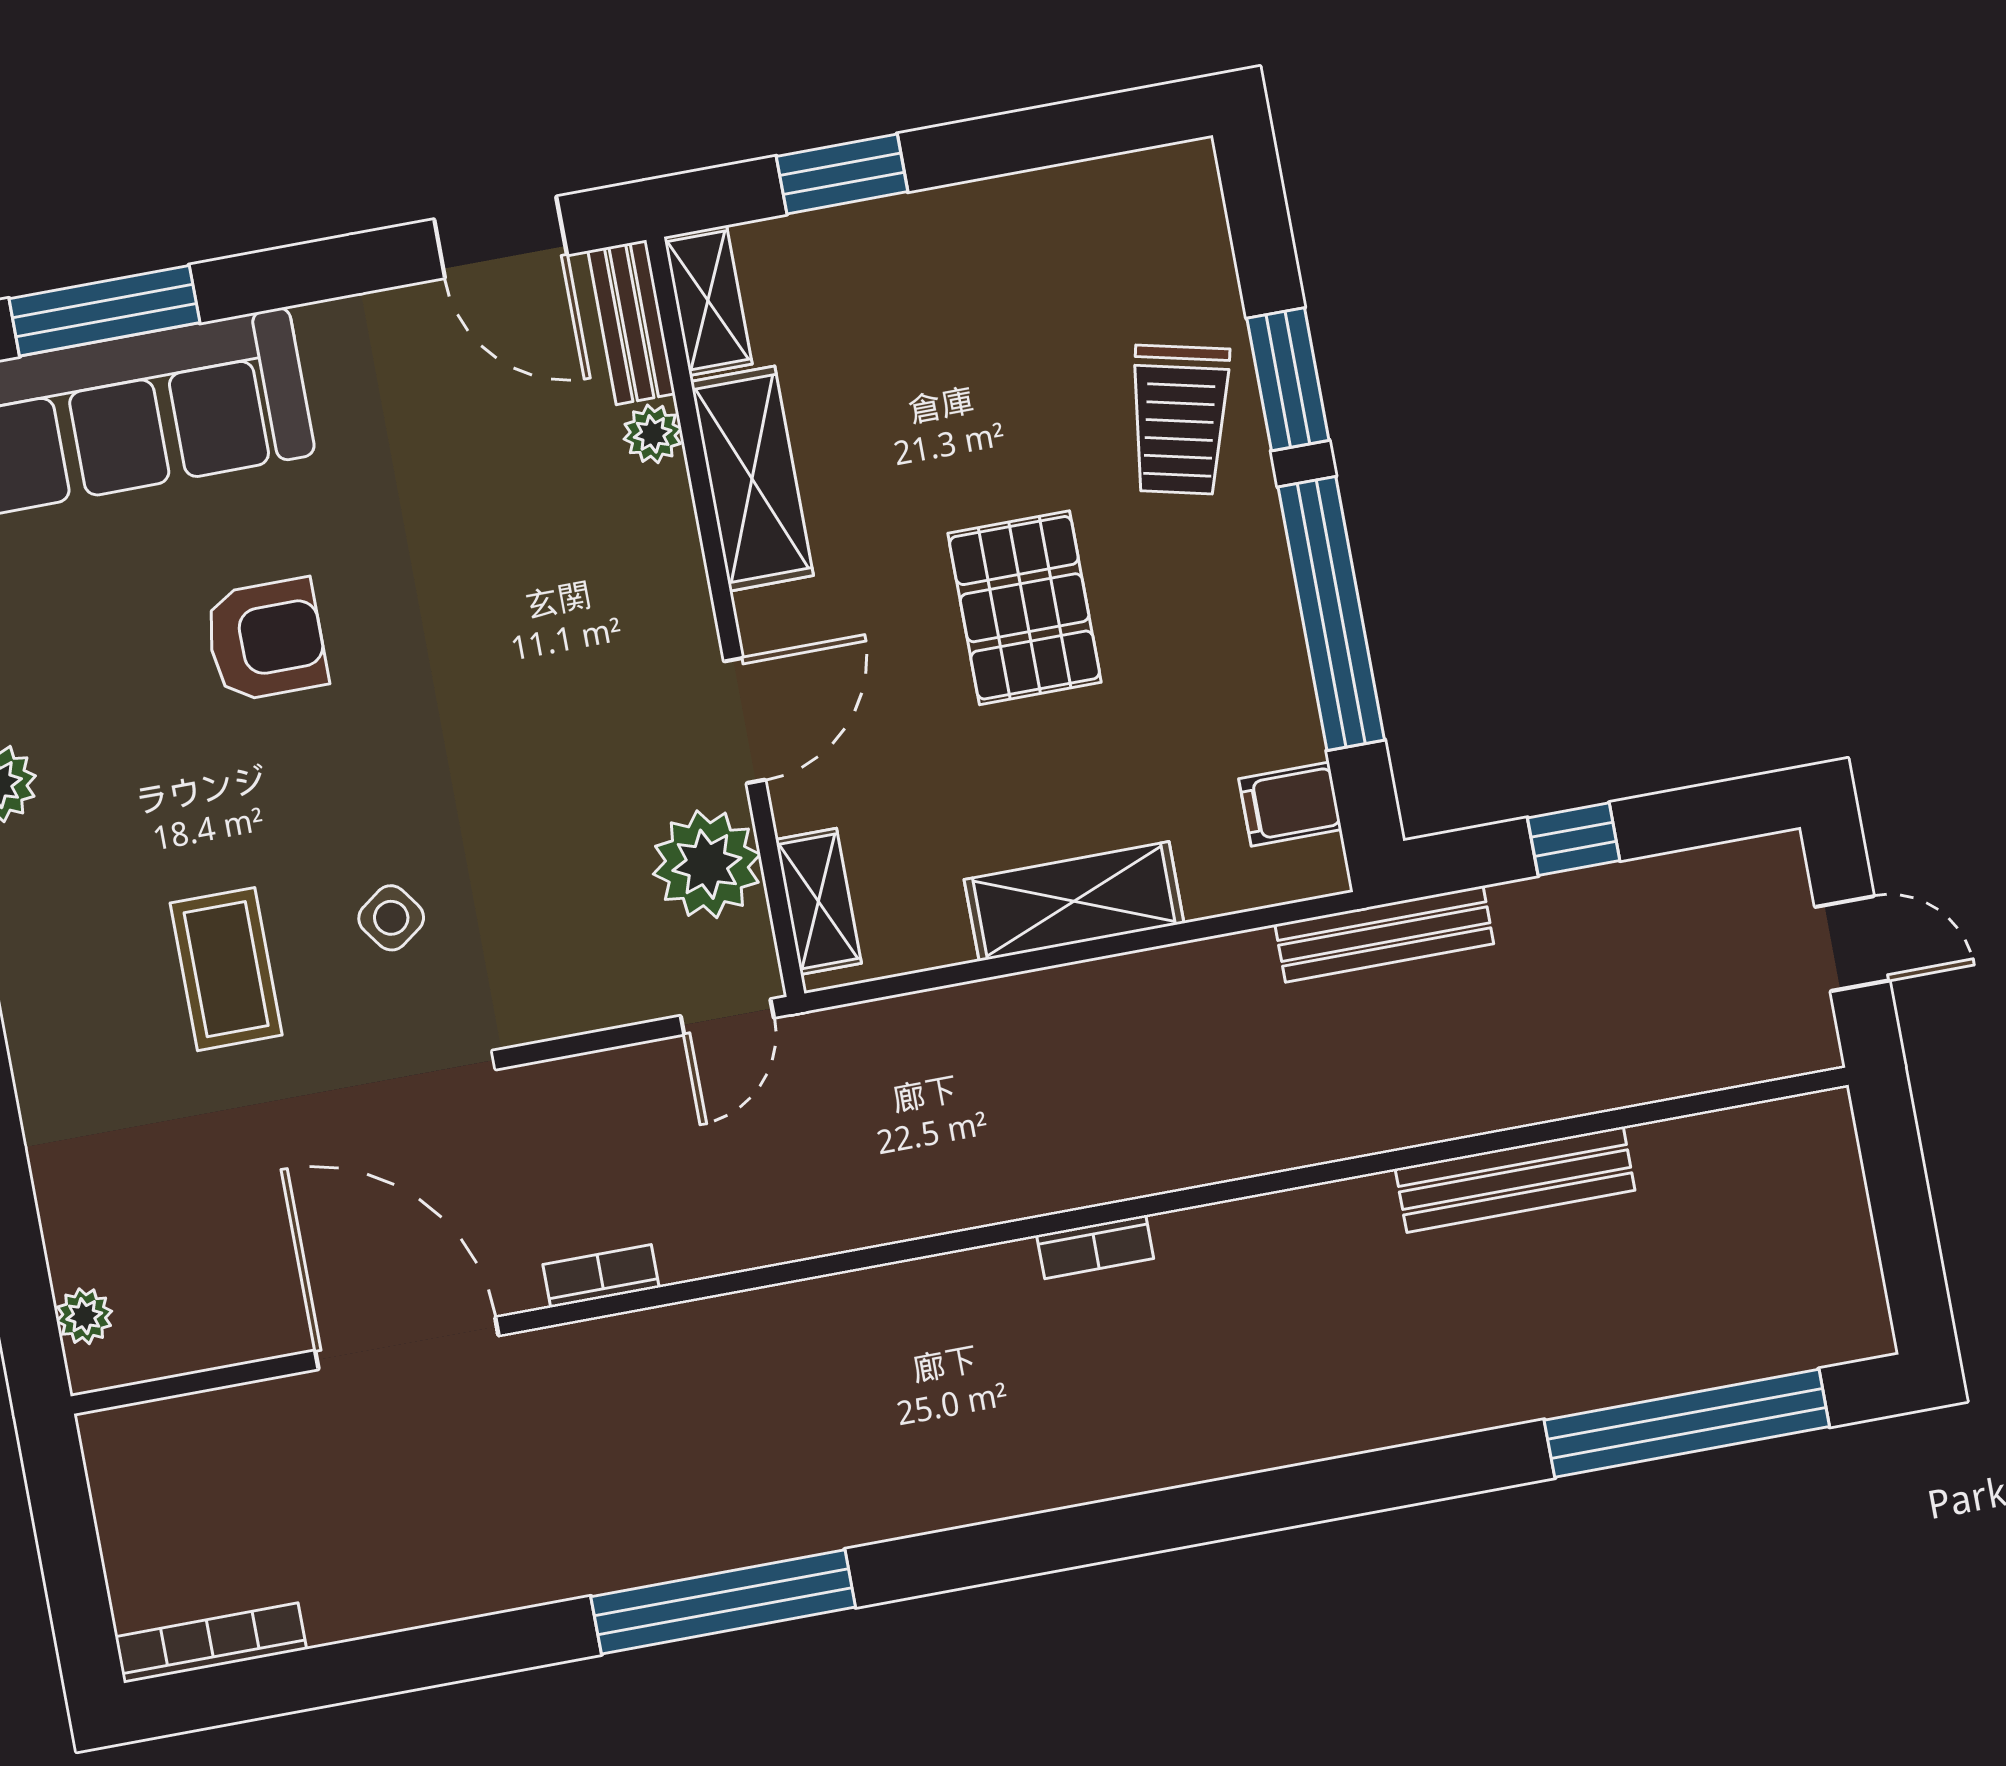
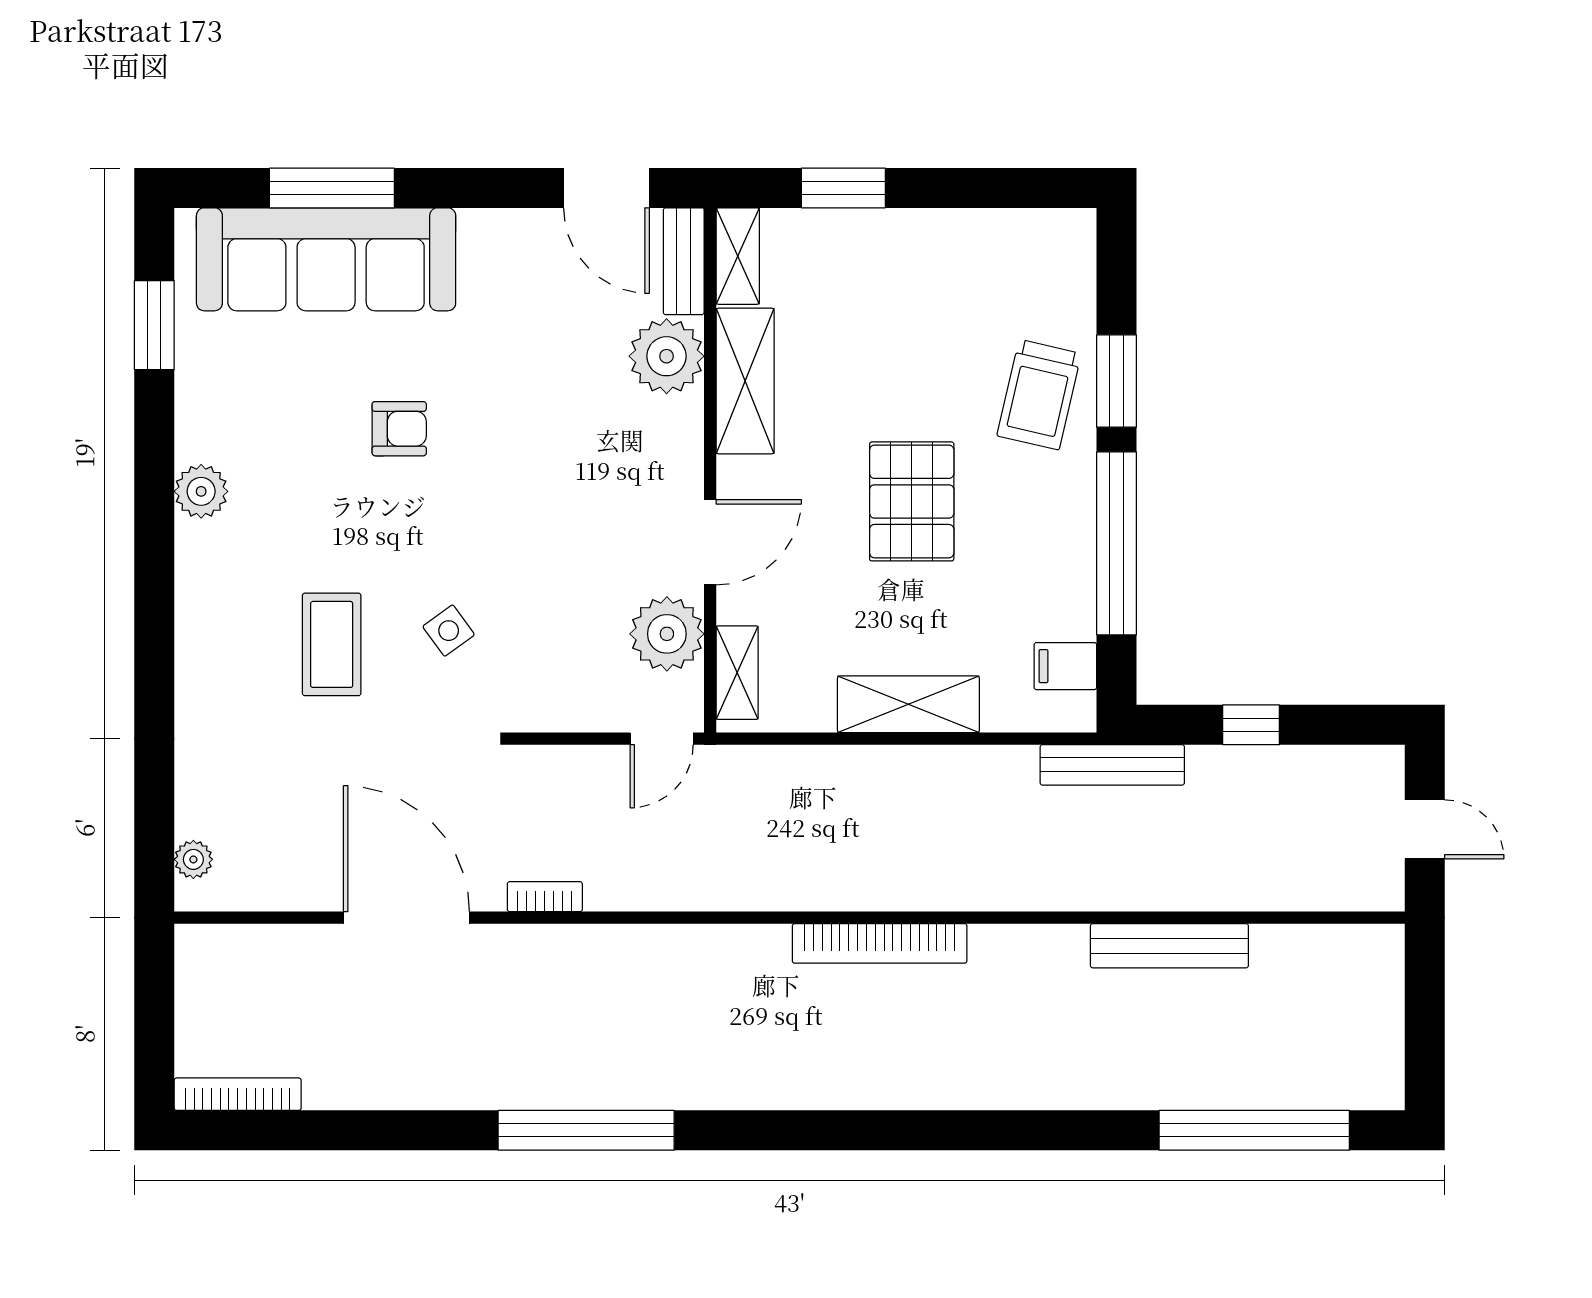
plant: (653, 434) -> (667, 356), width x1.88, depth x1.88
armchair: (266, 640) -> (399, 429), width x0.72, depth x0.72
bookcase: (1095, 1247) -> (880, 943), width x2.31, depth x1.31

